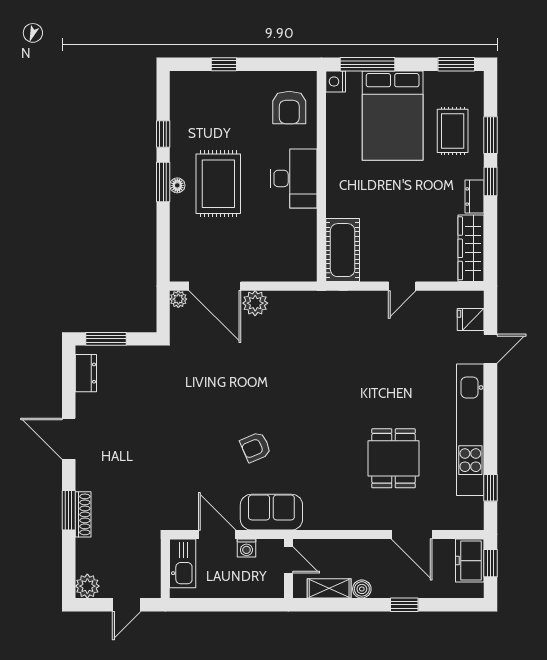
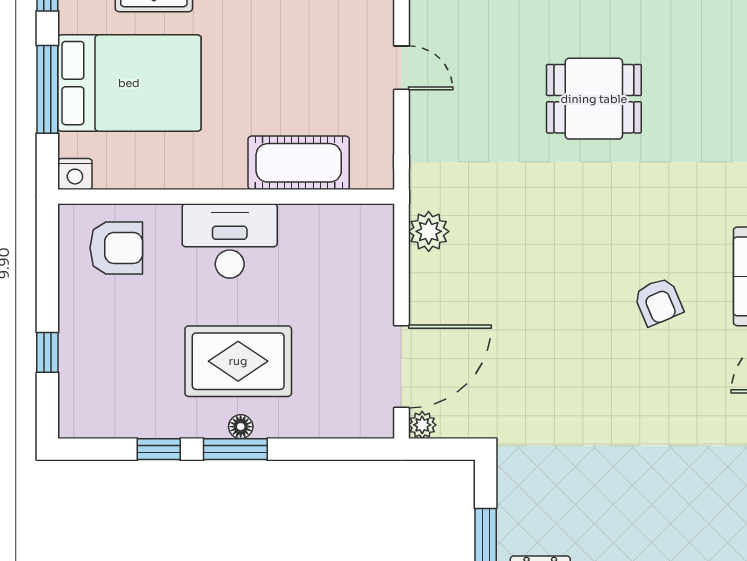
window: (367, 64) -> (47, 89), moved
cot: (343, 250) -> (299, 163), moved
plant: (255, 303) -> (429, 231), moved
dining table: (394, 458) -> (594, 99), moved

